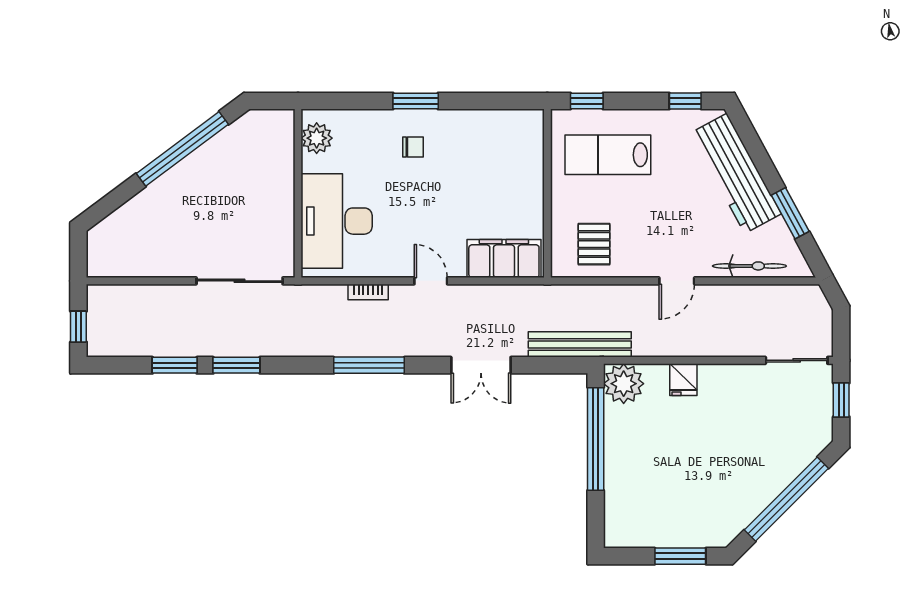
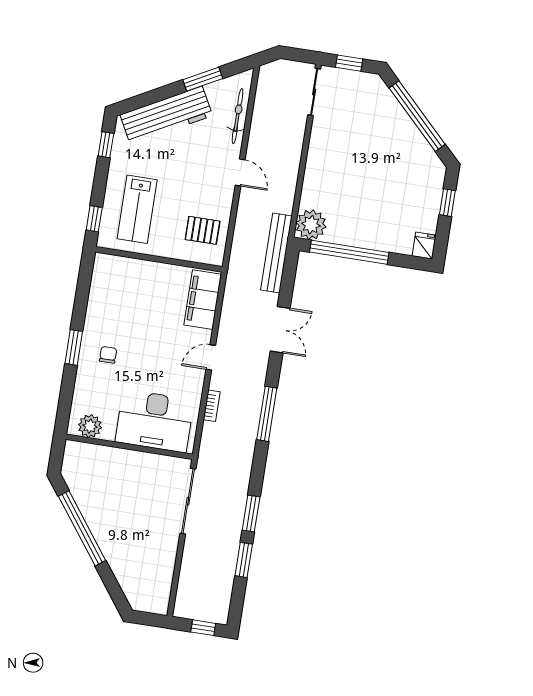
fridge: (683, 380) -> (424, 246), moved, turned -90
window: (680, 556) -> (447, 203), width x0.67

